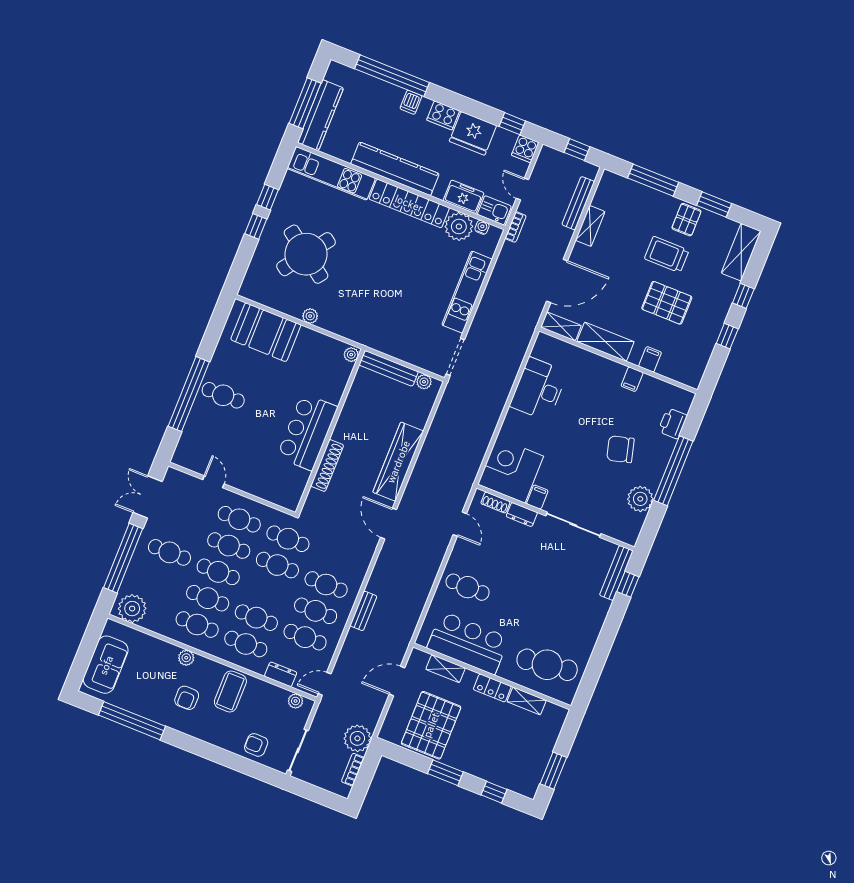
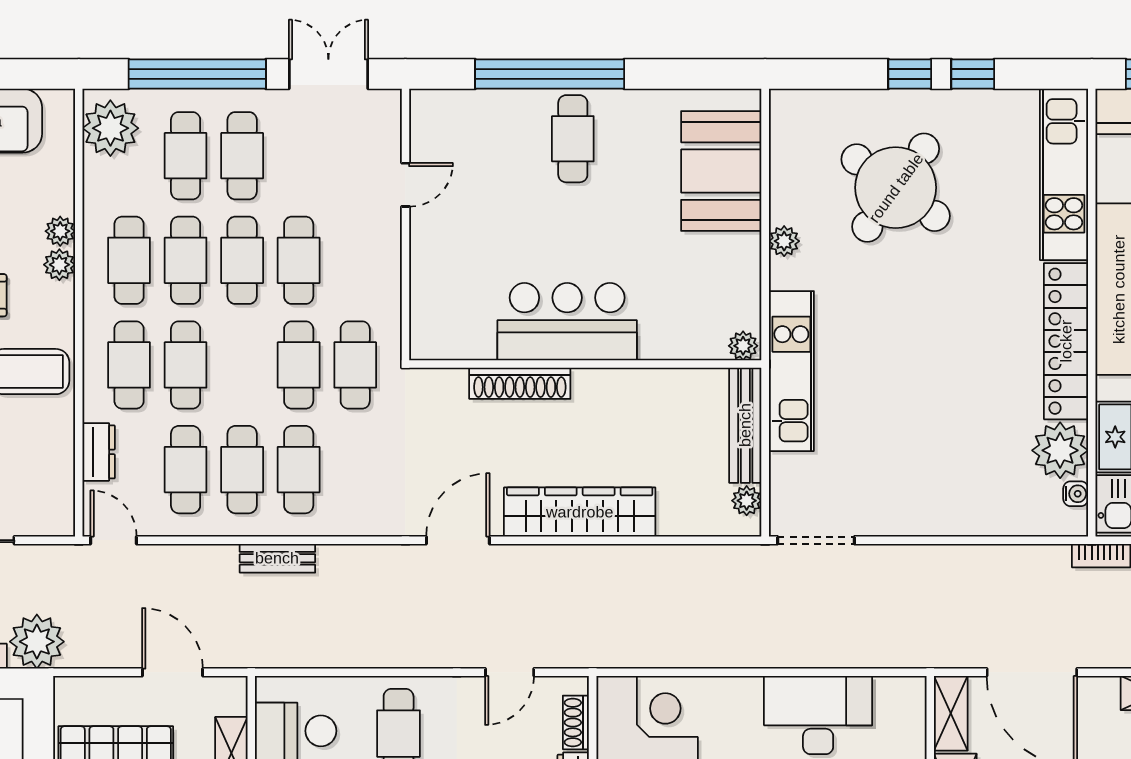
kitchen unit: (467, 292) -> (791, 371), moved, turned 90
cafe table: (239, 519) -> (186, 156), moved
plant: (296, 701) -> (60, 231), moved

